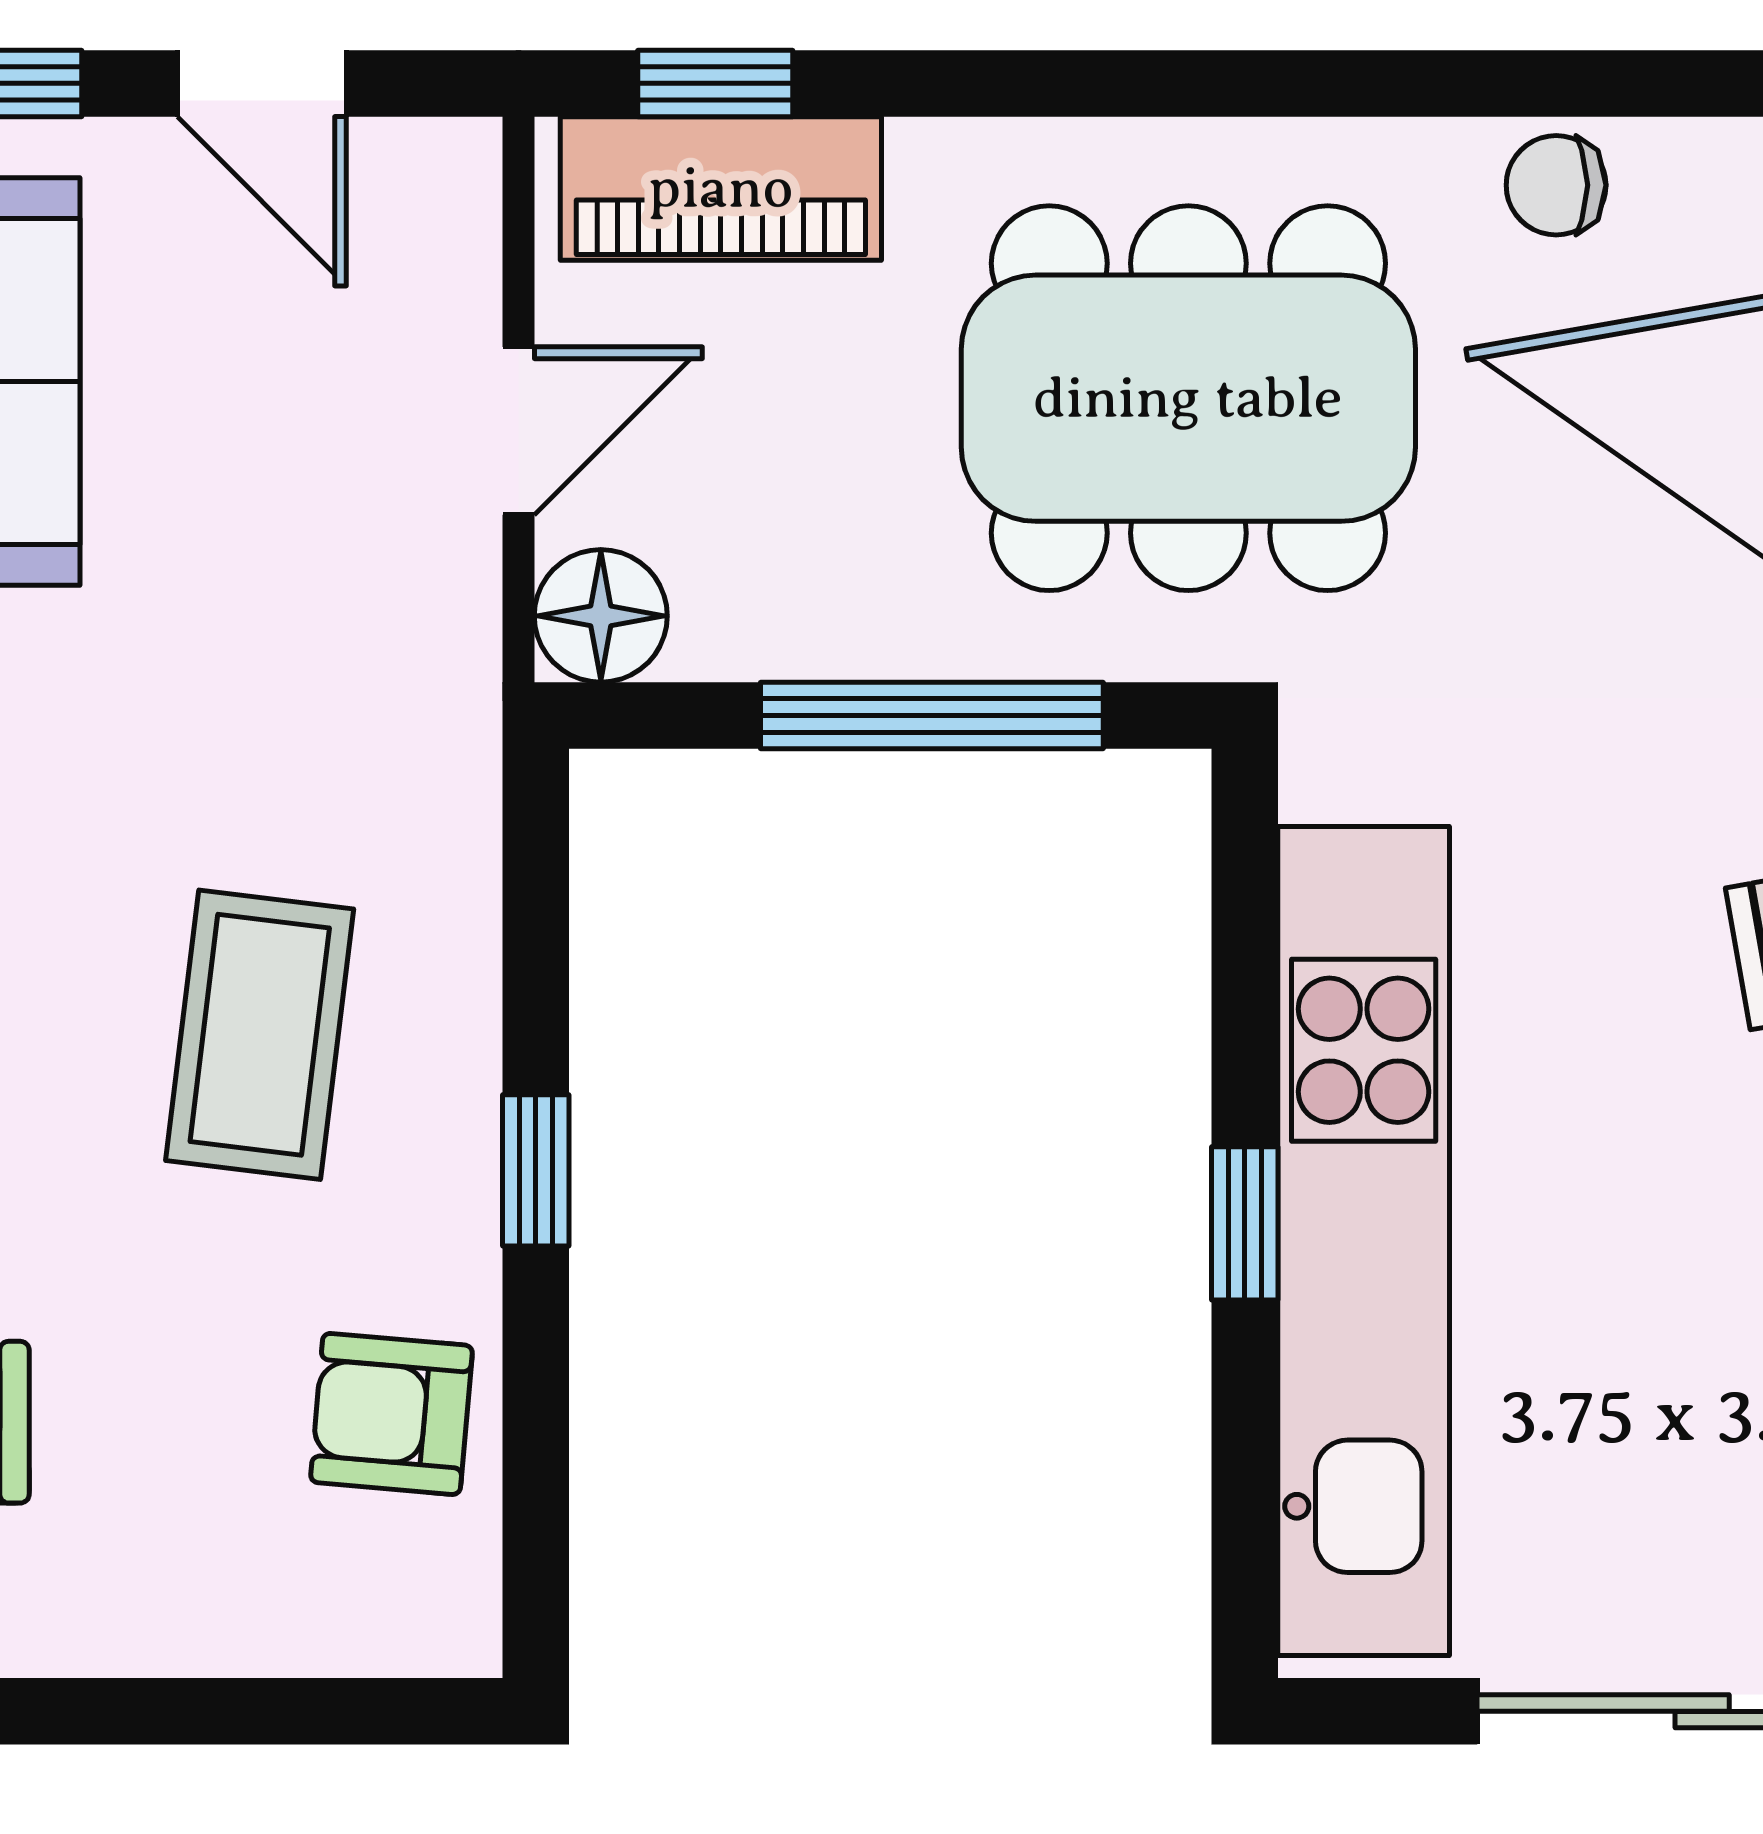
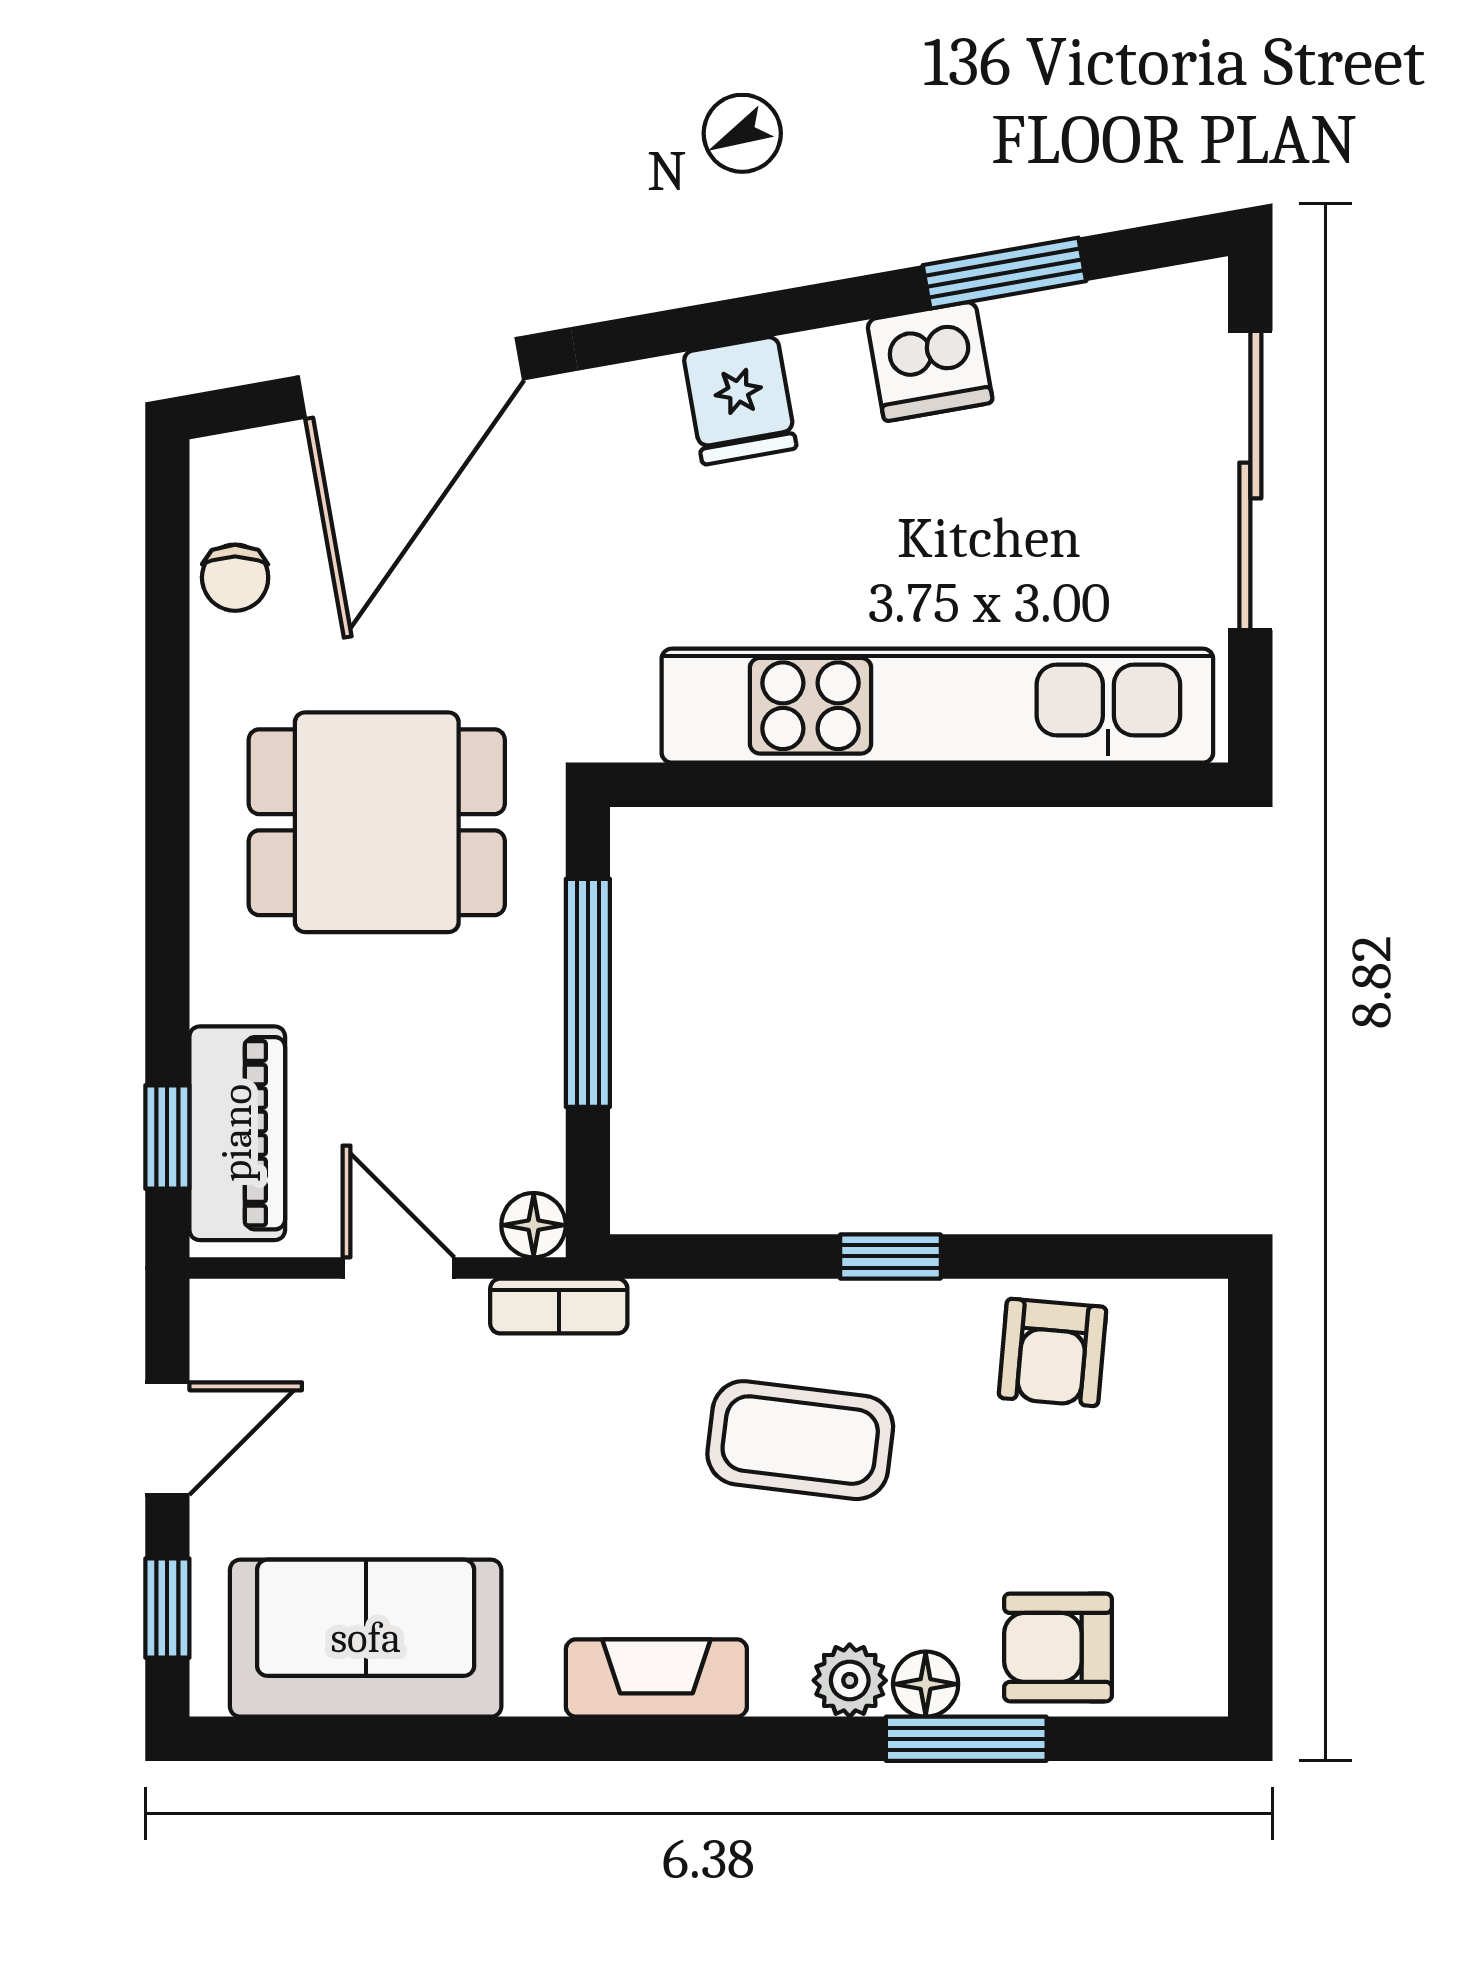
dining table: (1188, 398) -> (377, 822), width x0.73
floor lamp: (601, 616) -> (534, 1225), width x0.73, depth x0.73
bookcase: (461, 672) -> (559, 1306), added
window: (1245, 1223) -> (926, 785), removed

